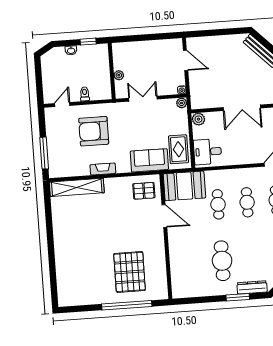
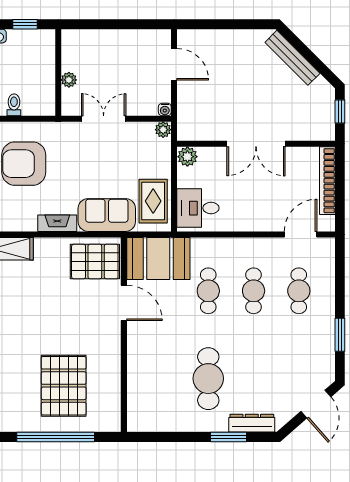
fireplace: (103, 169) -> (57, 223), moved
pallet: (144, 191) -> (95, 262), width x1.50, depth x1.42

